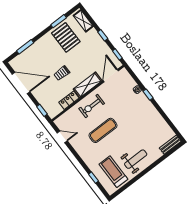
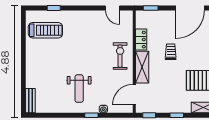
door: (111, 76) -> (134, 95), swing flipped
exercise mat: (103, 130) -> (90, 49), removed
door: (62, 137) -> (113, 8), hinge flipped
weight bench: (136, 159) -> (79, 89), moved

